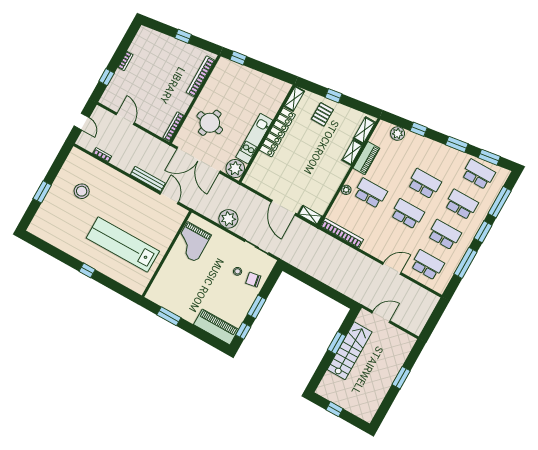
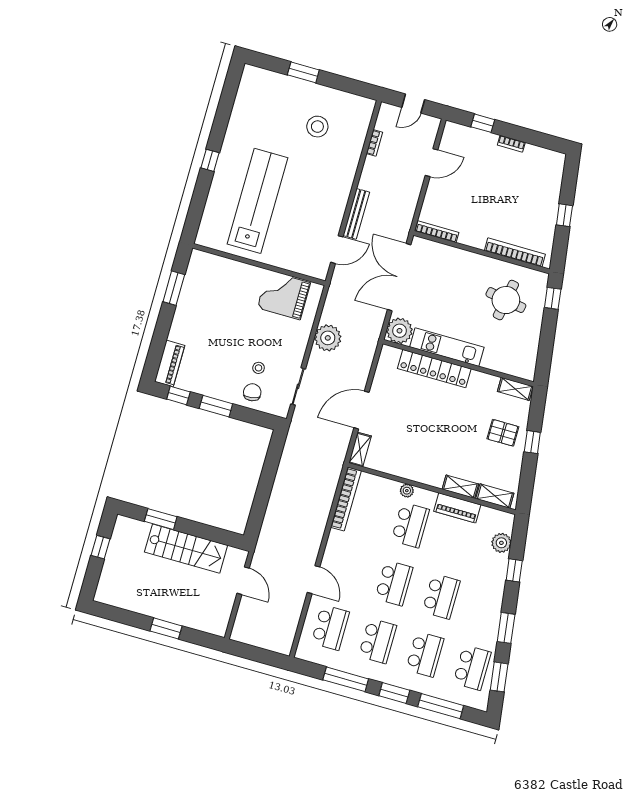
round table: (210, 123) -> (506, 300), moved
locker: (277, 132) -> (434, 369), moved
piano: (216, 327) -> (170, 363), width x0.73, depth x0.75
window: (337, 343) -> (161, 519), moved

